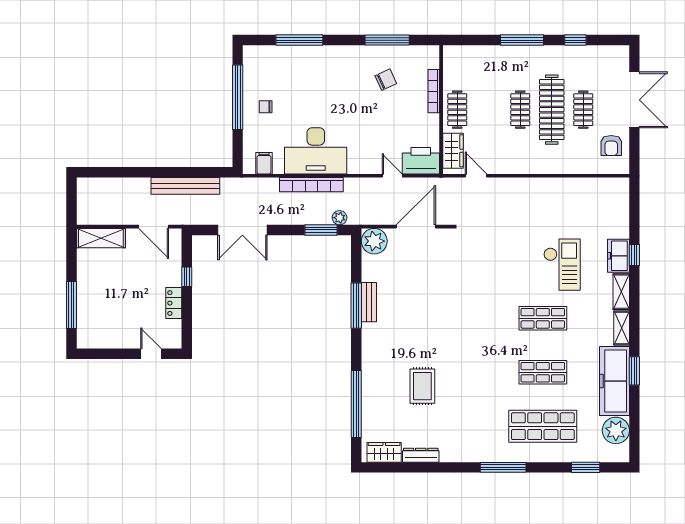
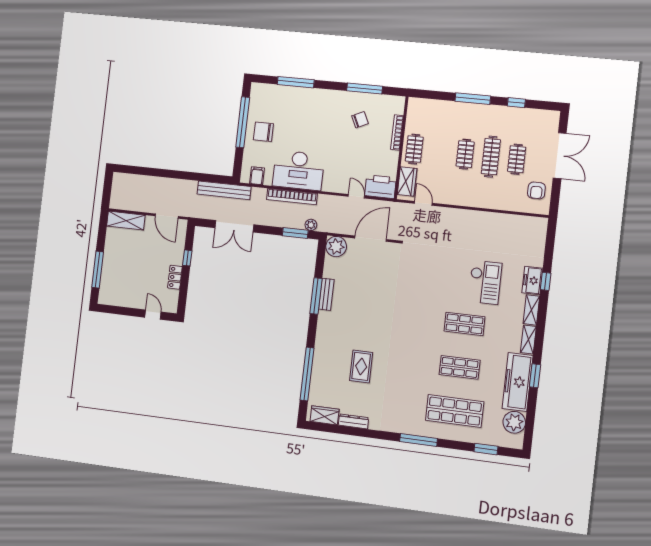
chair: (266, 107) -> (263, 132), width x1.87, depth x1.87
clothes rail: (552, 110) -> (491, 157), width x0.73, depth x0.76
bench: (185, 186) -> (224, 190), moved

